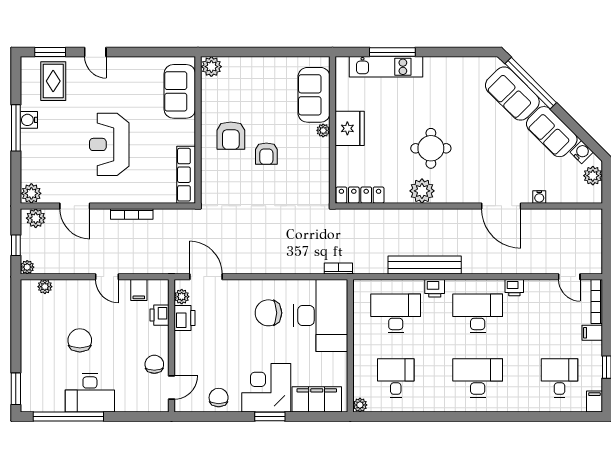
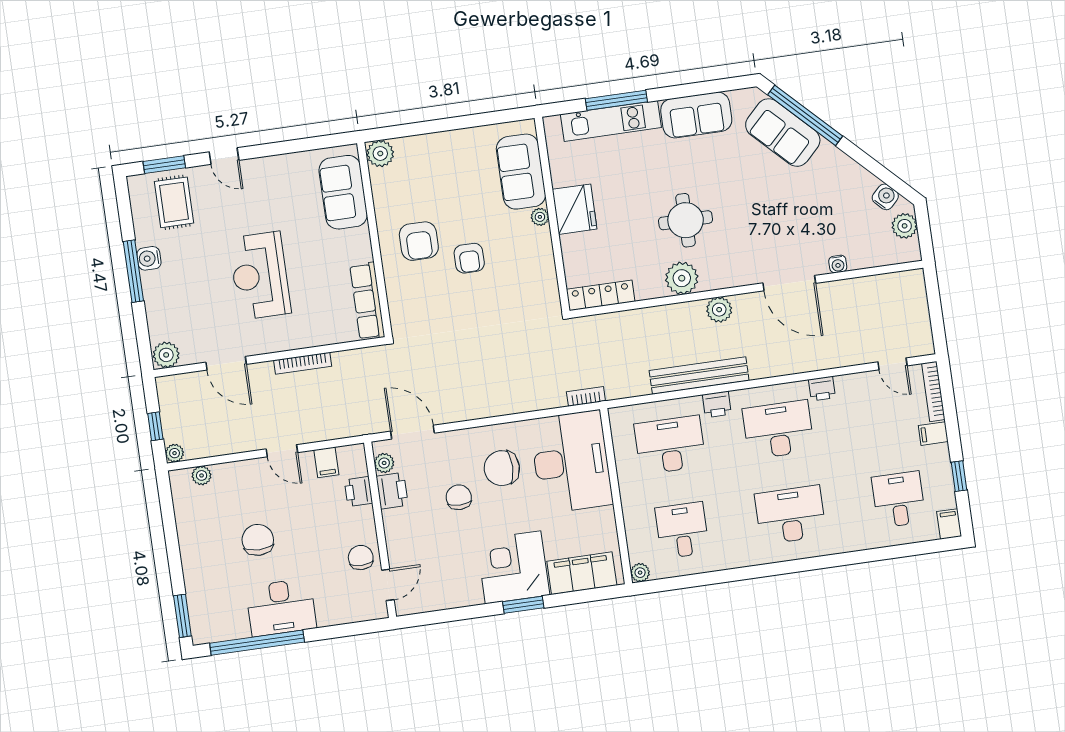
sofa: (552, 132) -> (696, 115), moved, turned -45
plant: (36, 218) -> (719, 310), moved
chair: (219, 398) -> (459, 497), moved

